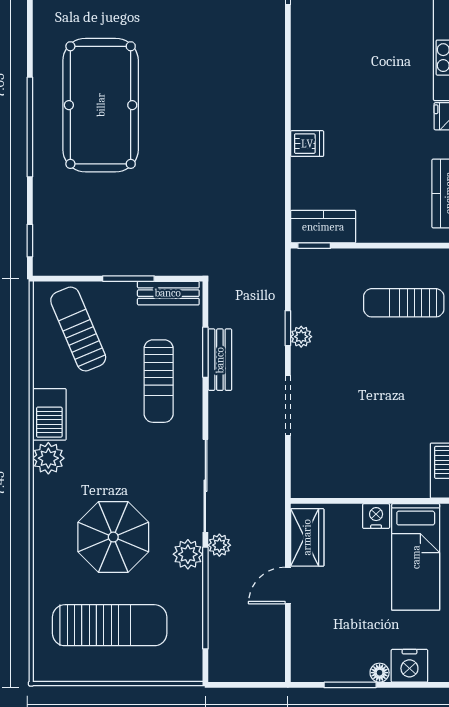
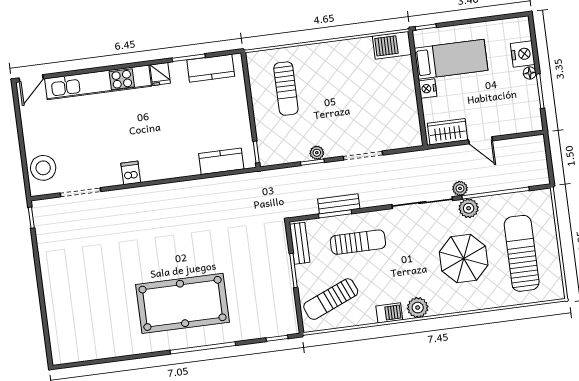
dishwasher: (307, 144) -> (131, 173), moved
kitchen counter: (323, 227) -> (221, 161), moved, turned 90
barbecue: (49, 414) -> (389, 313), width x0.73, depth x0.79

